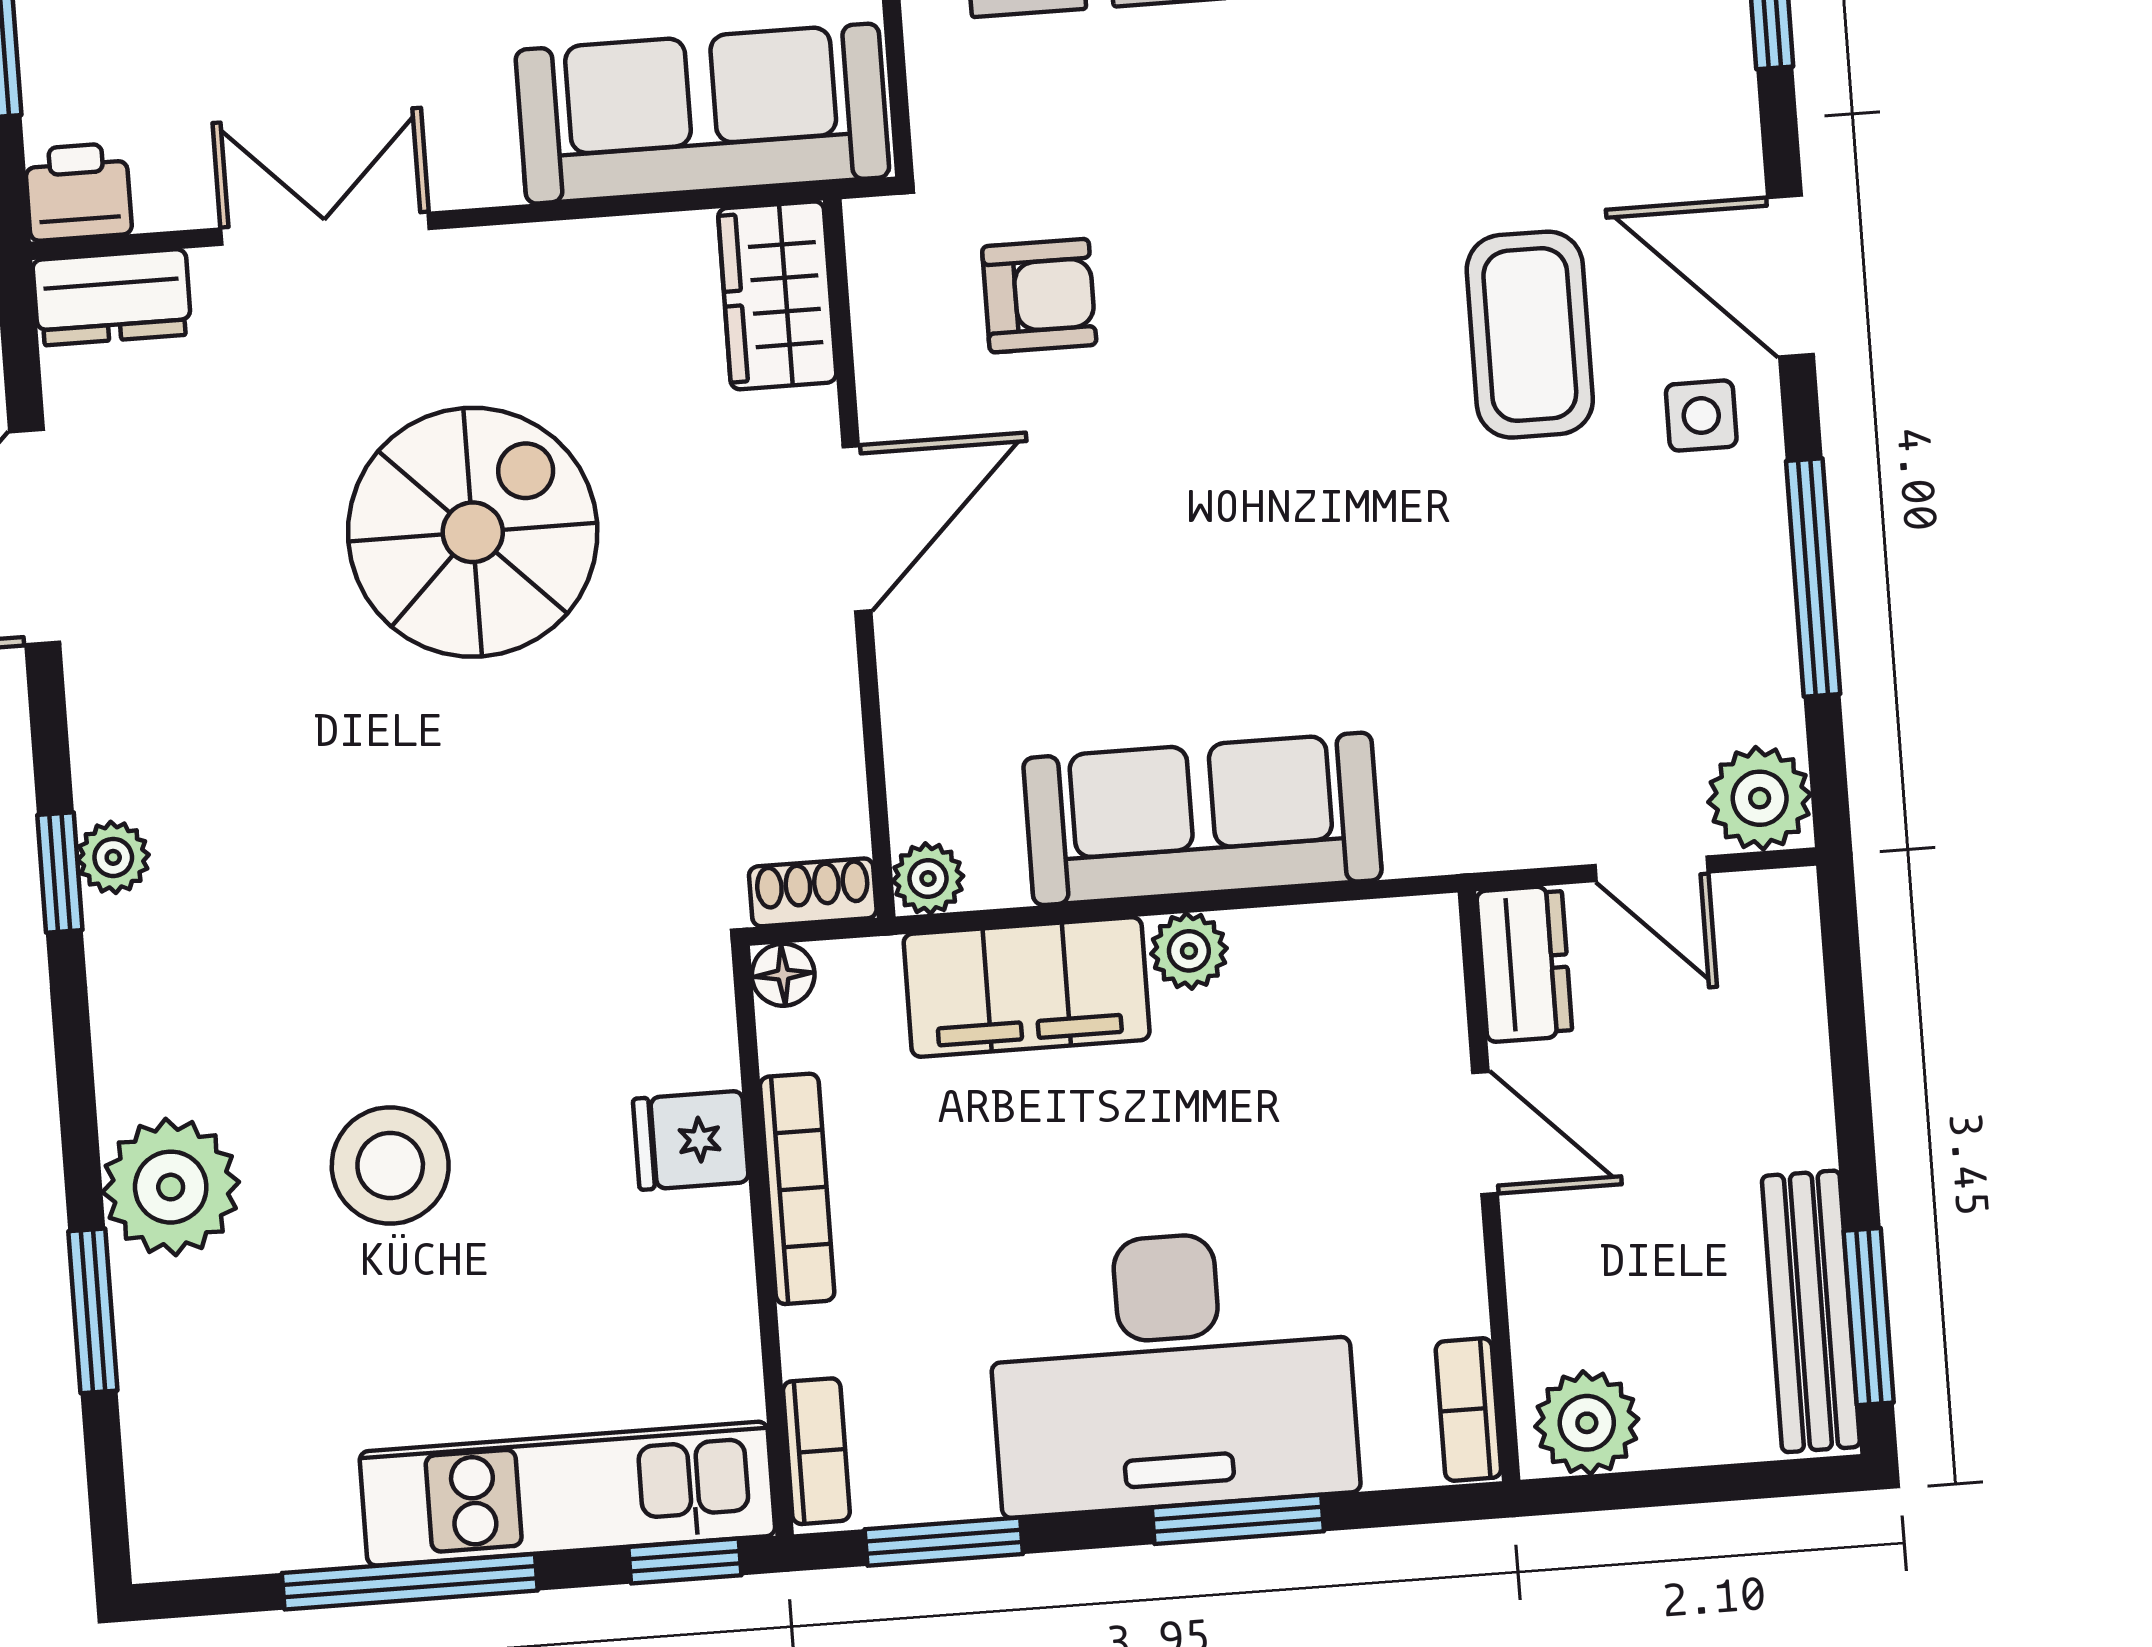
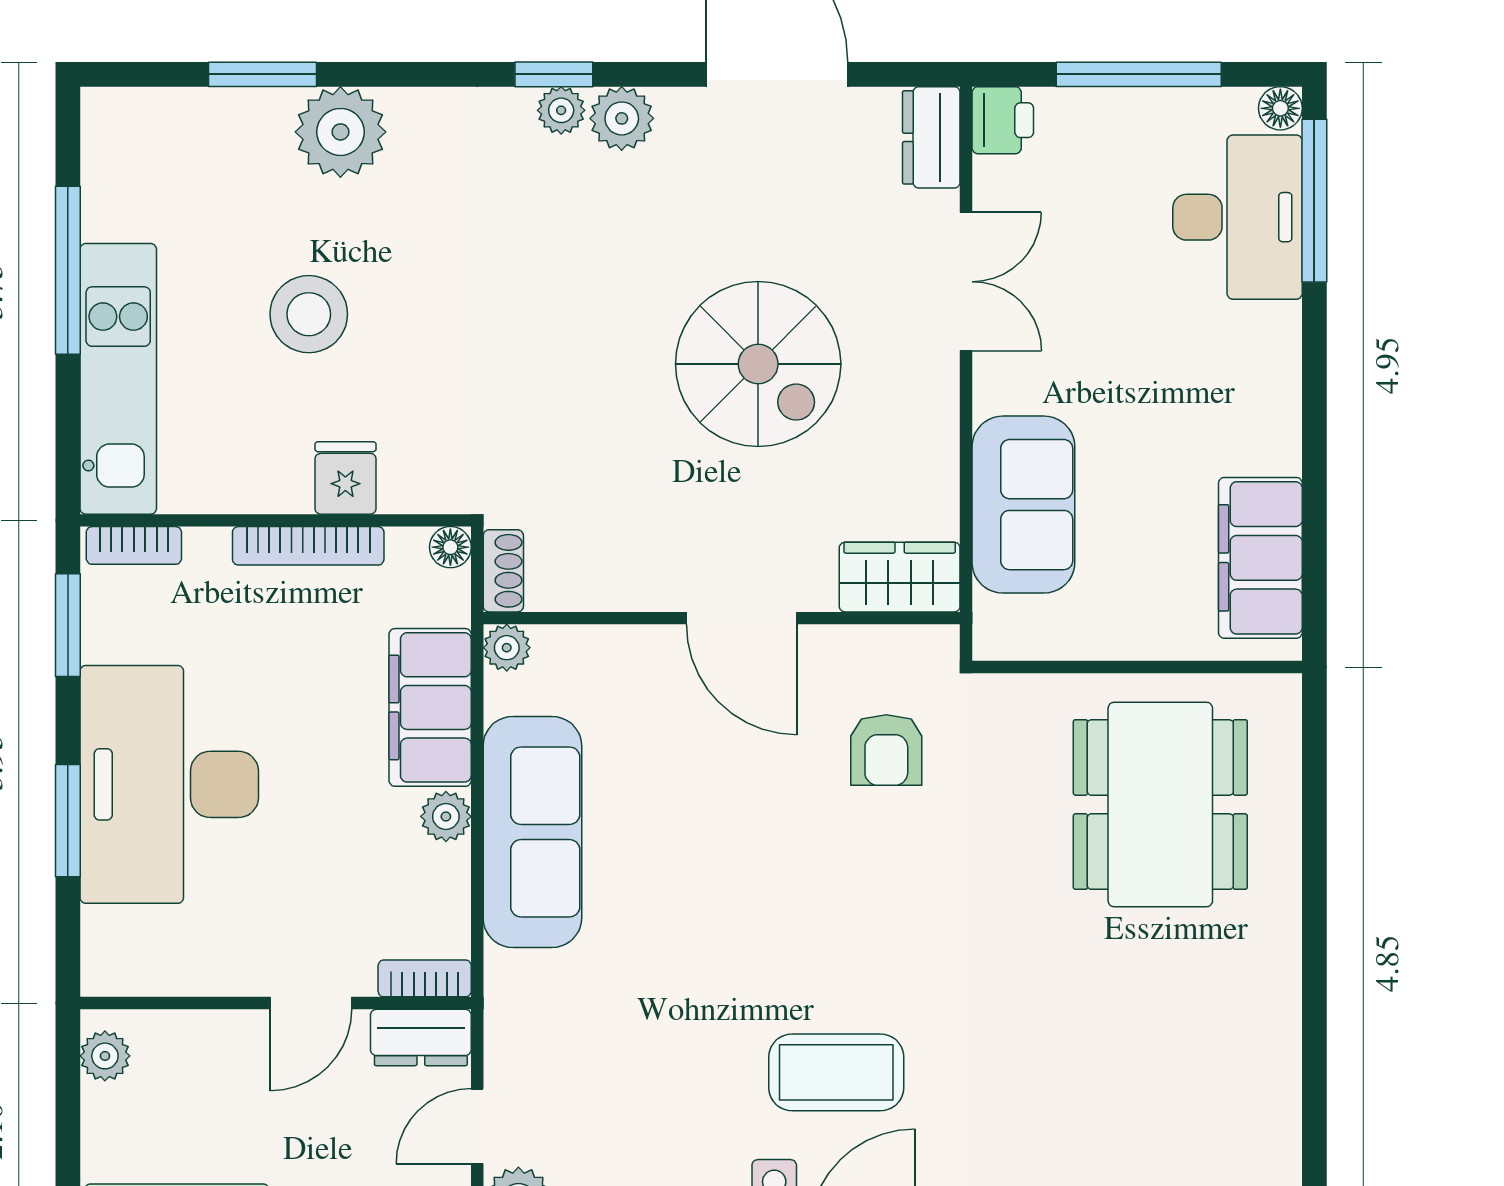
sofa: (702, 114) -> (1023, 505), width x0.73
plant: (119, 765) -> (622, 118), added
stool: (390, 1165) -> (309, 314), moved
bookcase: (1468, 1410) -> (425, 978), moved
plant: (1587, 1423) -> (105, 1056), width x0.73, depth x0.73
window: (685, 1561) -> (68, 453), removed

